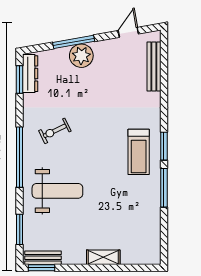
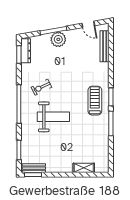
door: (128, 32) -> (88, 24), swing flipped
treadmill: (139, 152) -> (95, 101), turned 180
weight bench: (57, 191) -> (53, 117), moved
shelving: (103, 257) -> (84, 168), moved

